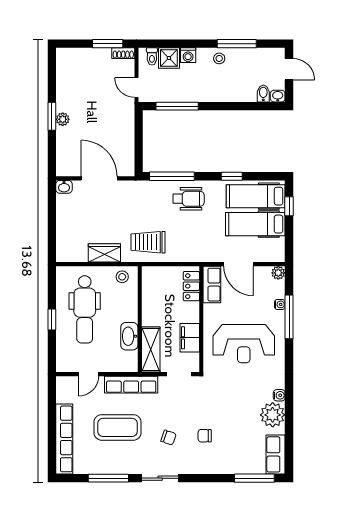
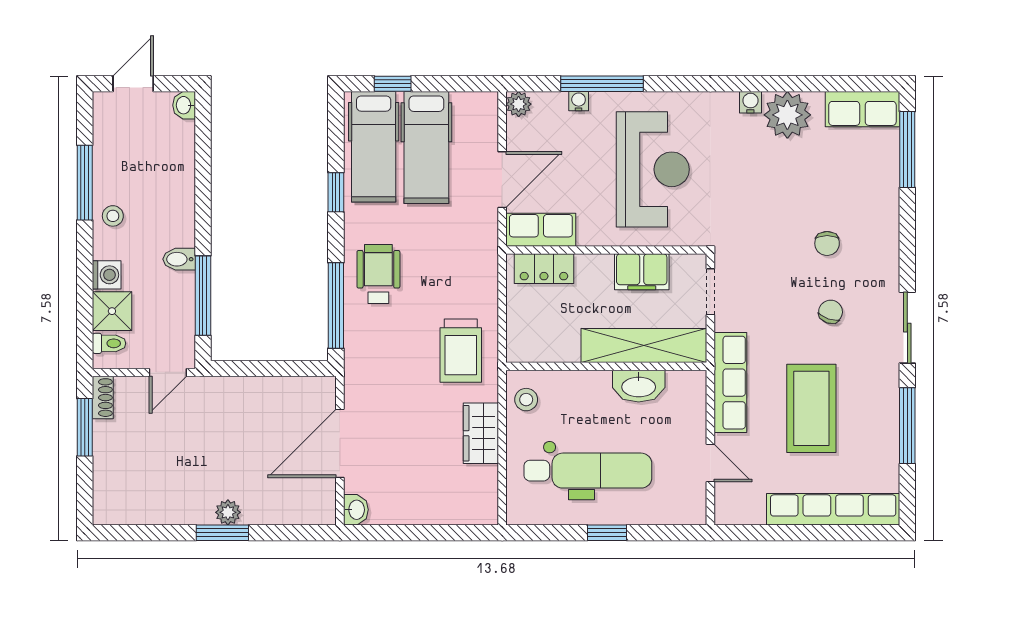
bidet: (263, 93) -> (179, 259), moved
shelving: (151, 350) -> (644, 346), width x1.47

